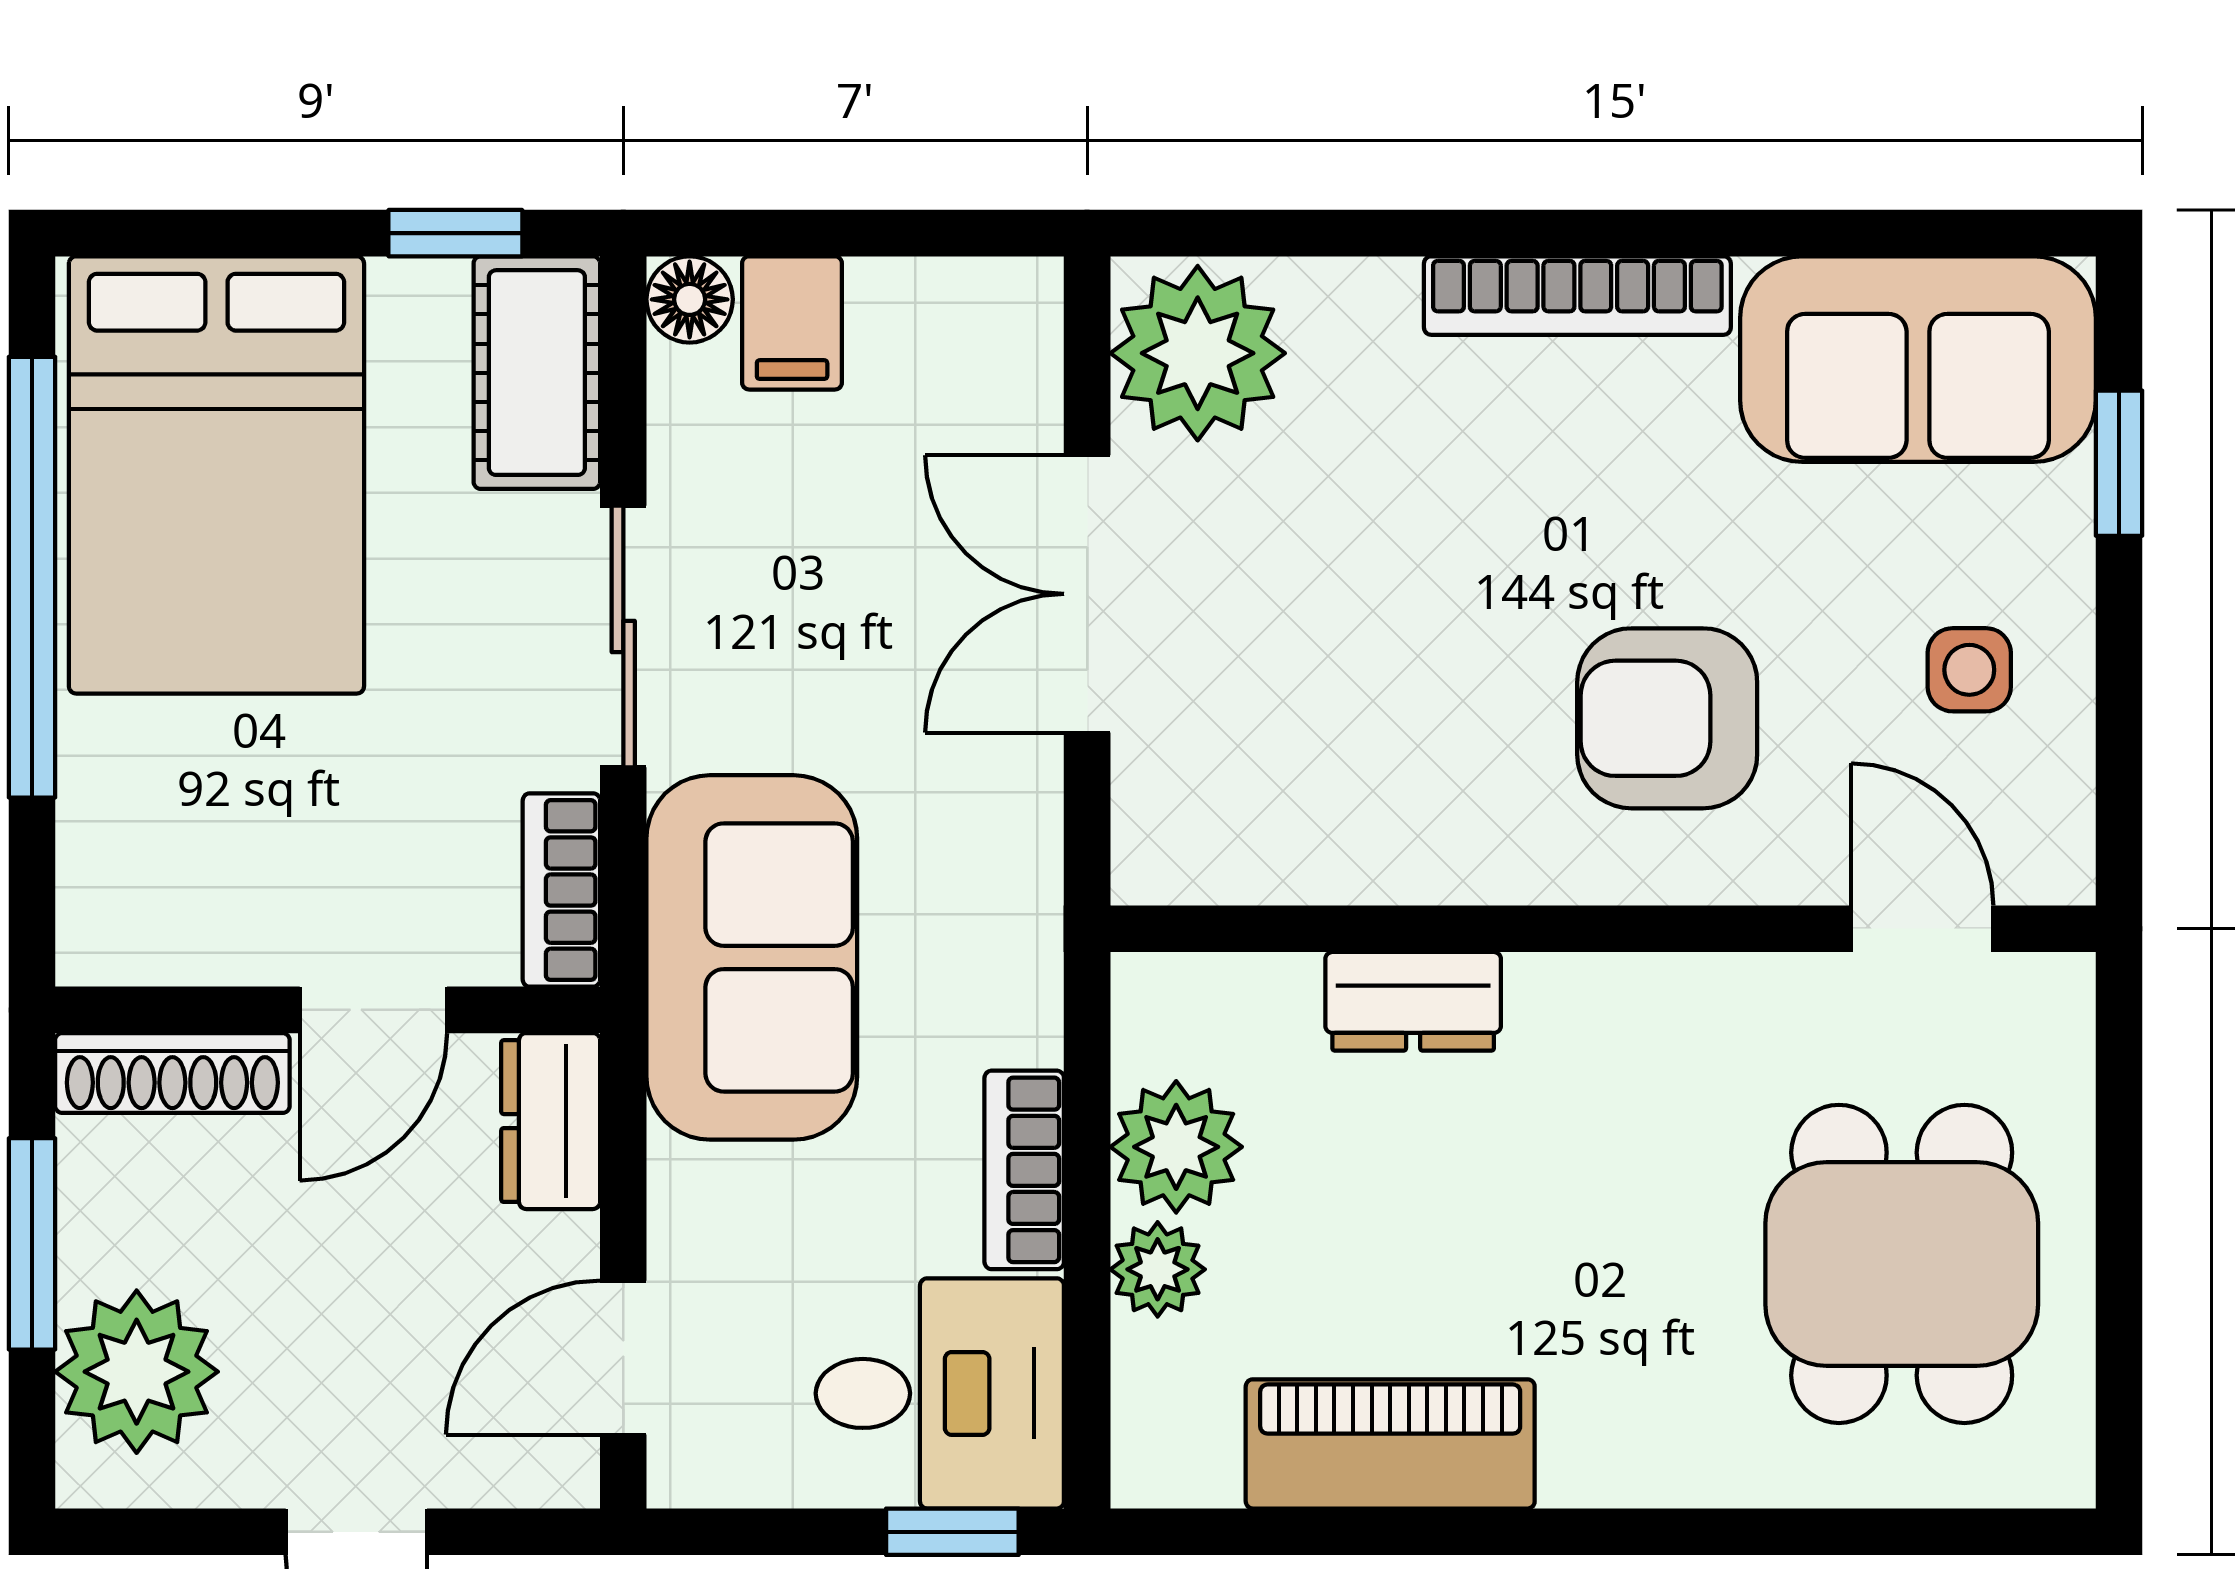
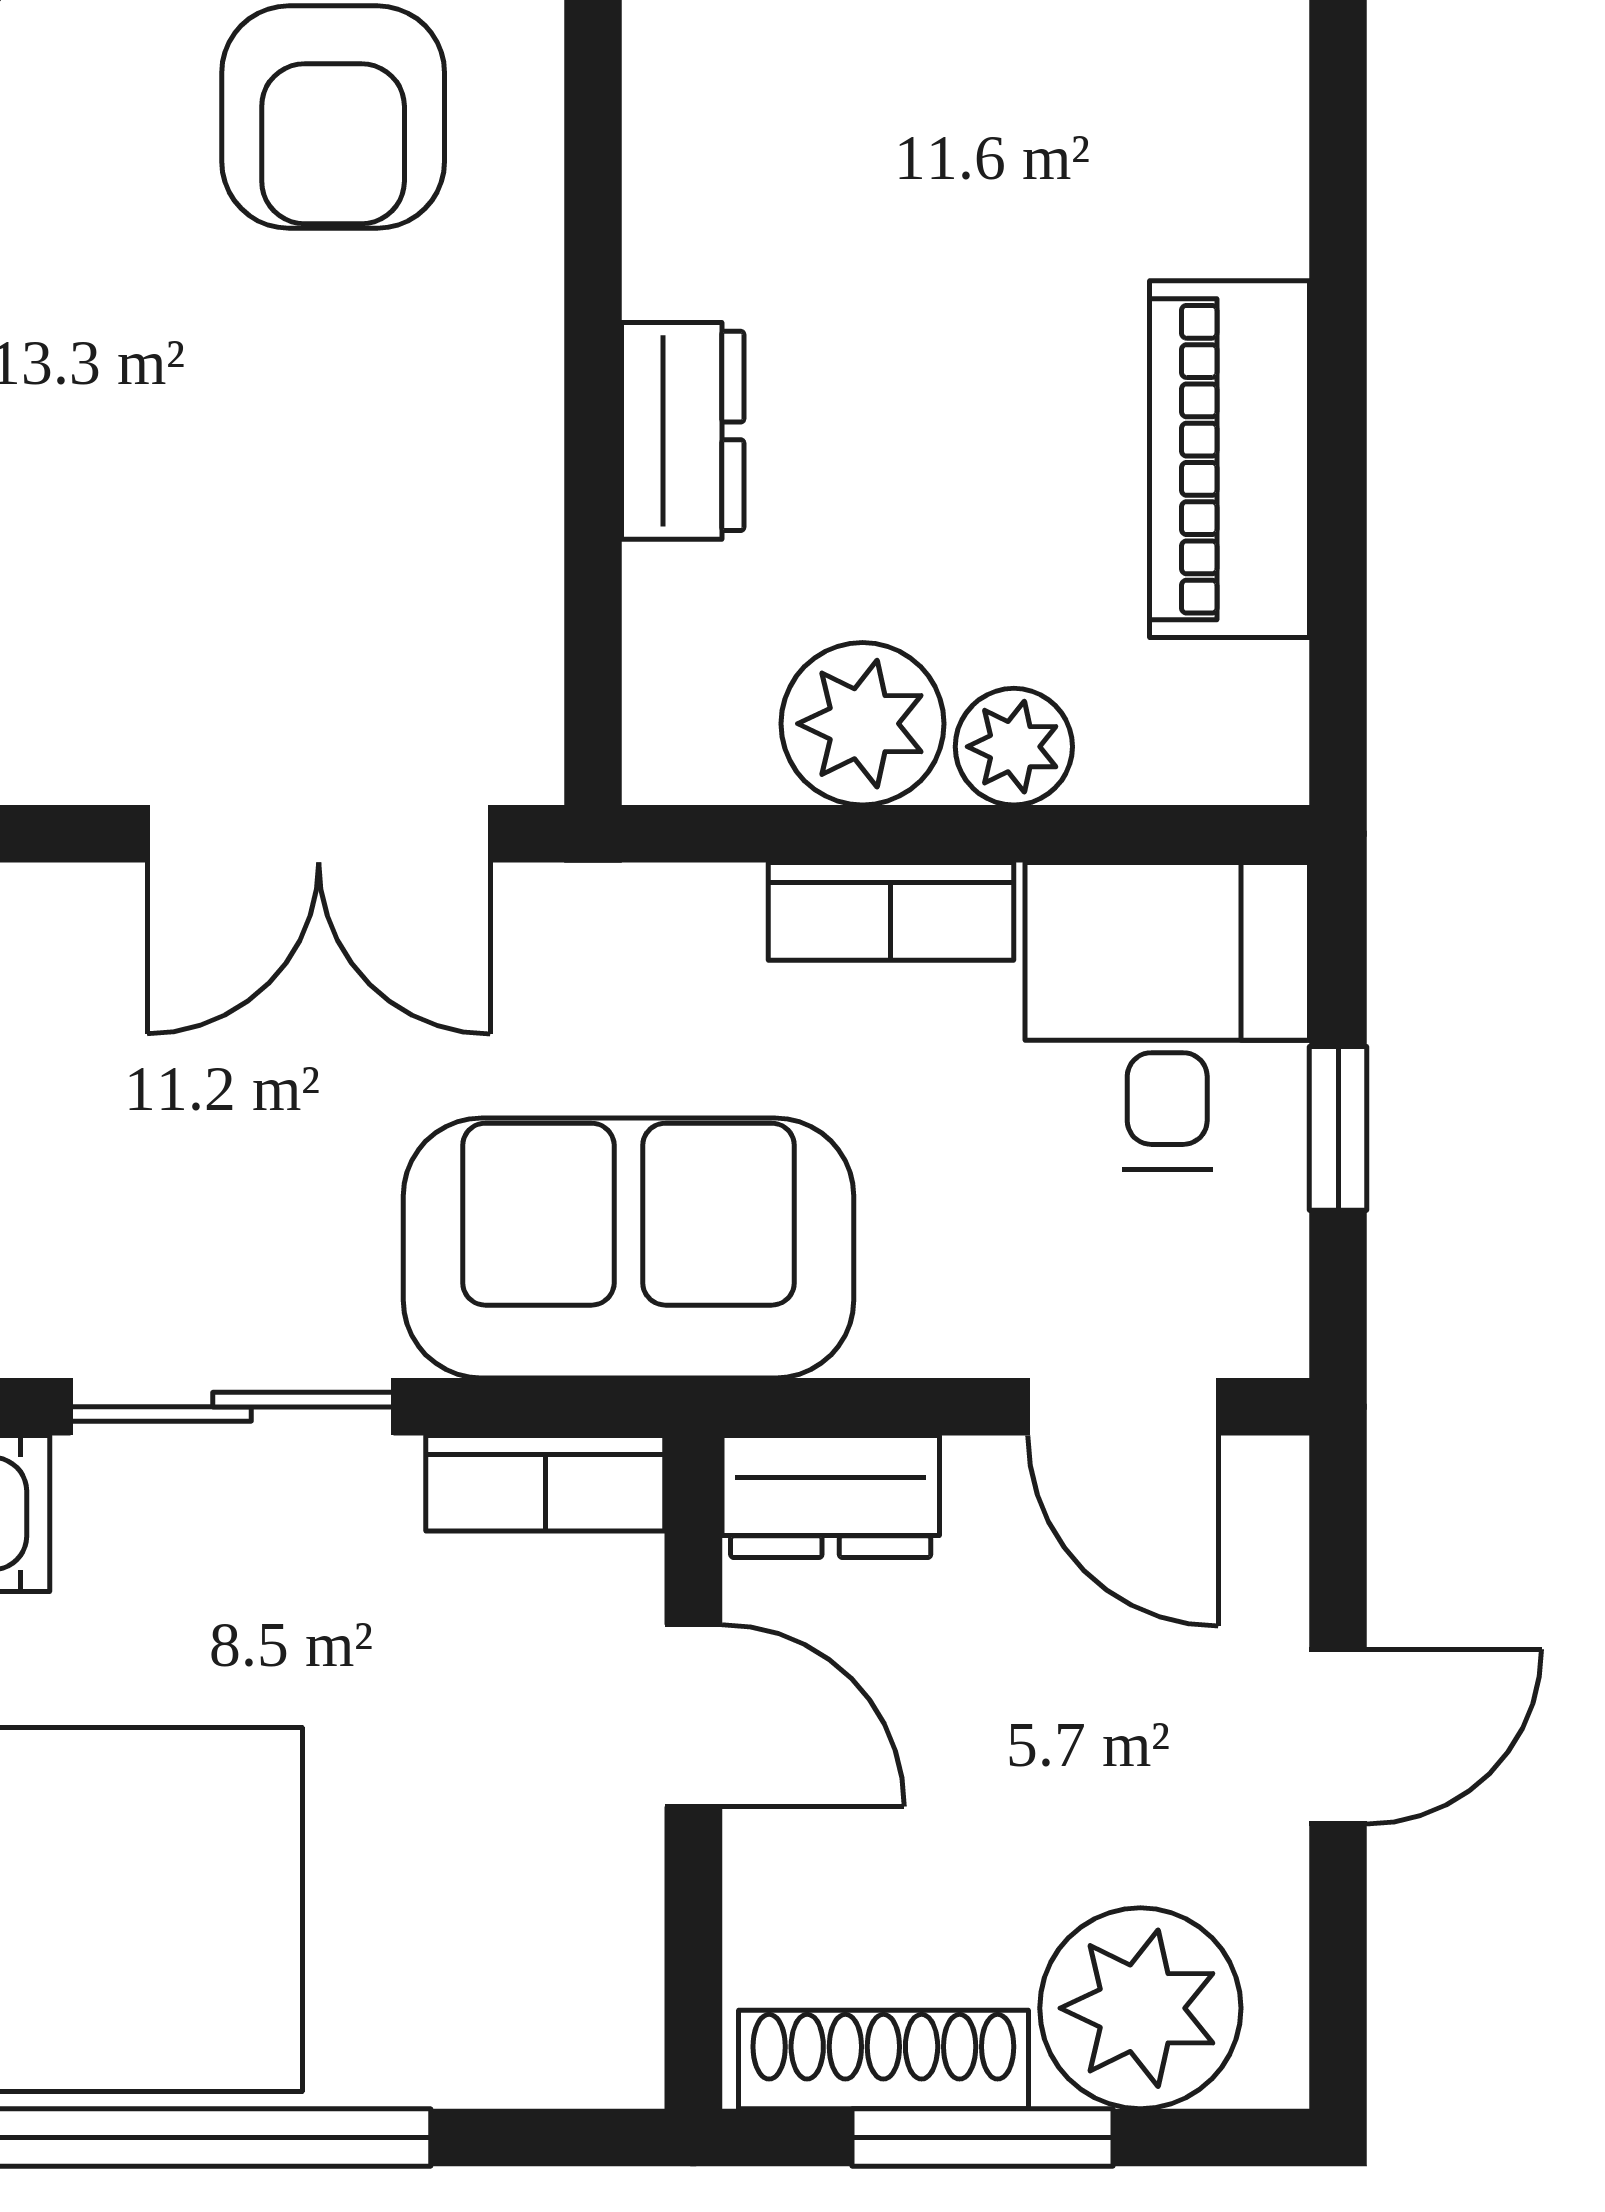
double door: (1087, 594) -> (319, 834), moved
shoe rack: (172, 1073) -> (883, 2059), moved, turned -90
window: (952, 1532) -> (1338, 1128), moved

